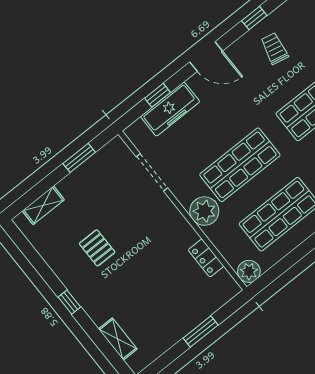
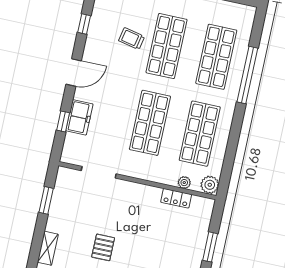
trolley: (274, 48) -> (132, 39), moved
freezer: (170, 109) -> (79, 117), width x0.71
plant: (204, 211) -> (184, 183), moved, width x0.53, depth x0.53
pallet: (97, 248) -> (103, 247), turned 90

